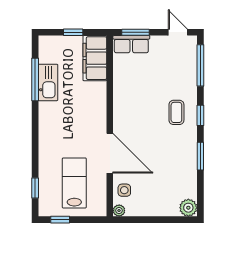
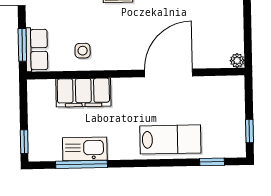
window: (73, 32) -> (24, 142), moved
filing cabinet: (95, 58) -> (83, 93), moved
lab bench: (74, 183) -> (170, 139), moved, turned 180
side table: (124, 190) -> (83, 51), moved

